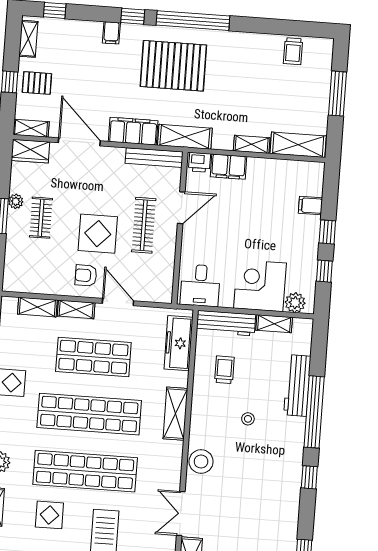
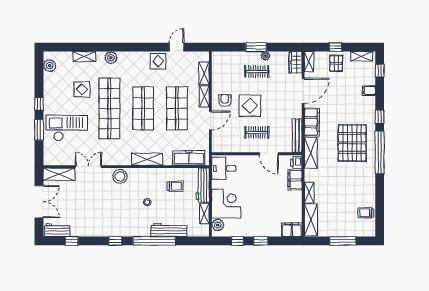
filing cabinet: (111, 33) -> (369, 90), moved
filing cabinet: (310, 206) -> (292, 230), moved, width x2.00
clothes rail: (144, 225) -> (257, 132), width x0.73
shop shelf: (89, 414) -> (143, 108), width x0.71

